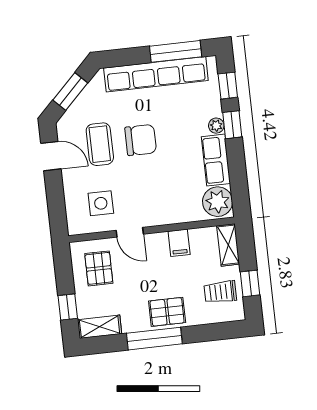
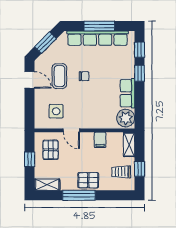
window: (176, 51) -> (99, 26), moved
plant: (216, 126) -> (130, 73), removed
chair: (141, 140) -> (84, 76), width x0.54, depth x0.54
window: (68, 307) -> (30, 159), moved

